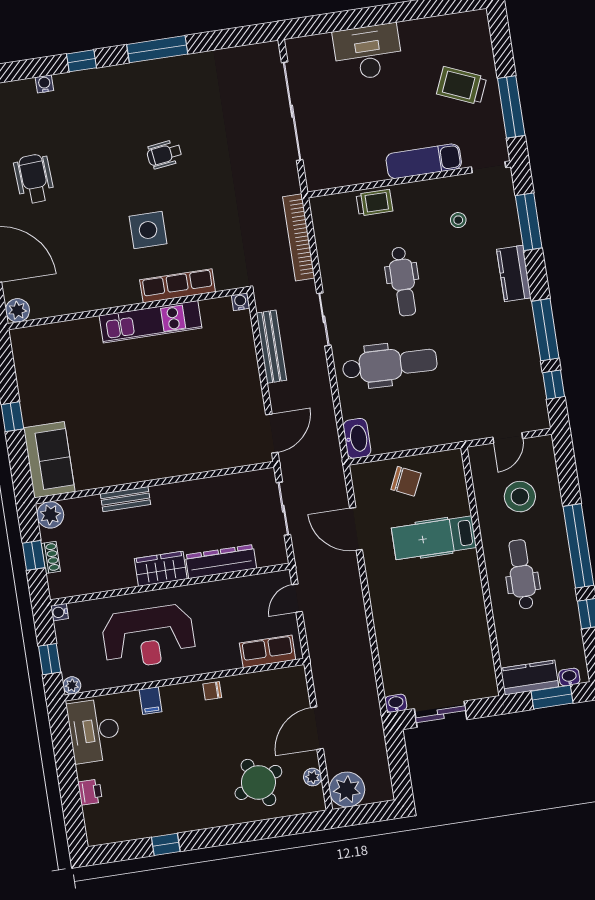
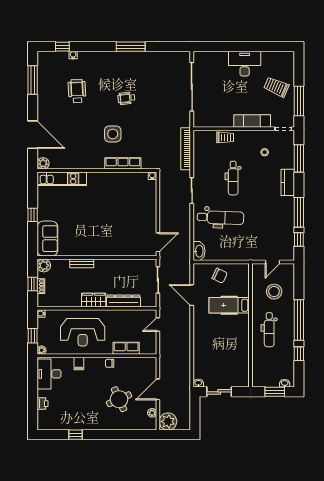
desk: (368, 52) -> (245, 64), moved
window: (81, 61) -> (62, 47), moved
wheelchair: (34, 179) -> (77, 91), moved
kitchen unit: (151, 322) -> (62, 179), moved
bench: (271, 347) -> (164, 200), removed
dental chair: (522, 574) -> (269, 330), turned 180
row of seats: (268, 651) -> (126, 348), moved
kitchen counter: (530, 677) -> (265, 381), removed
round table: (258, 782) -> (119, 399), moved

